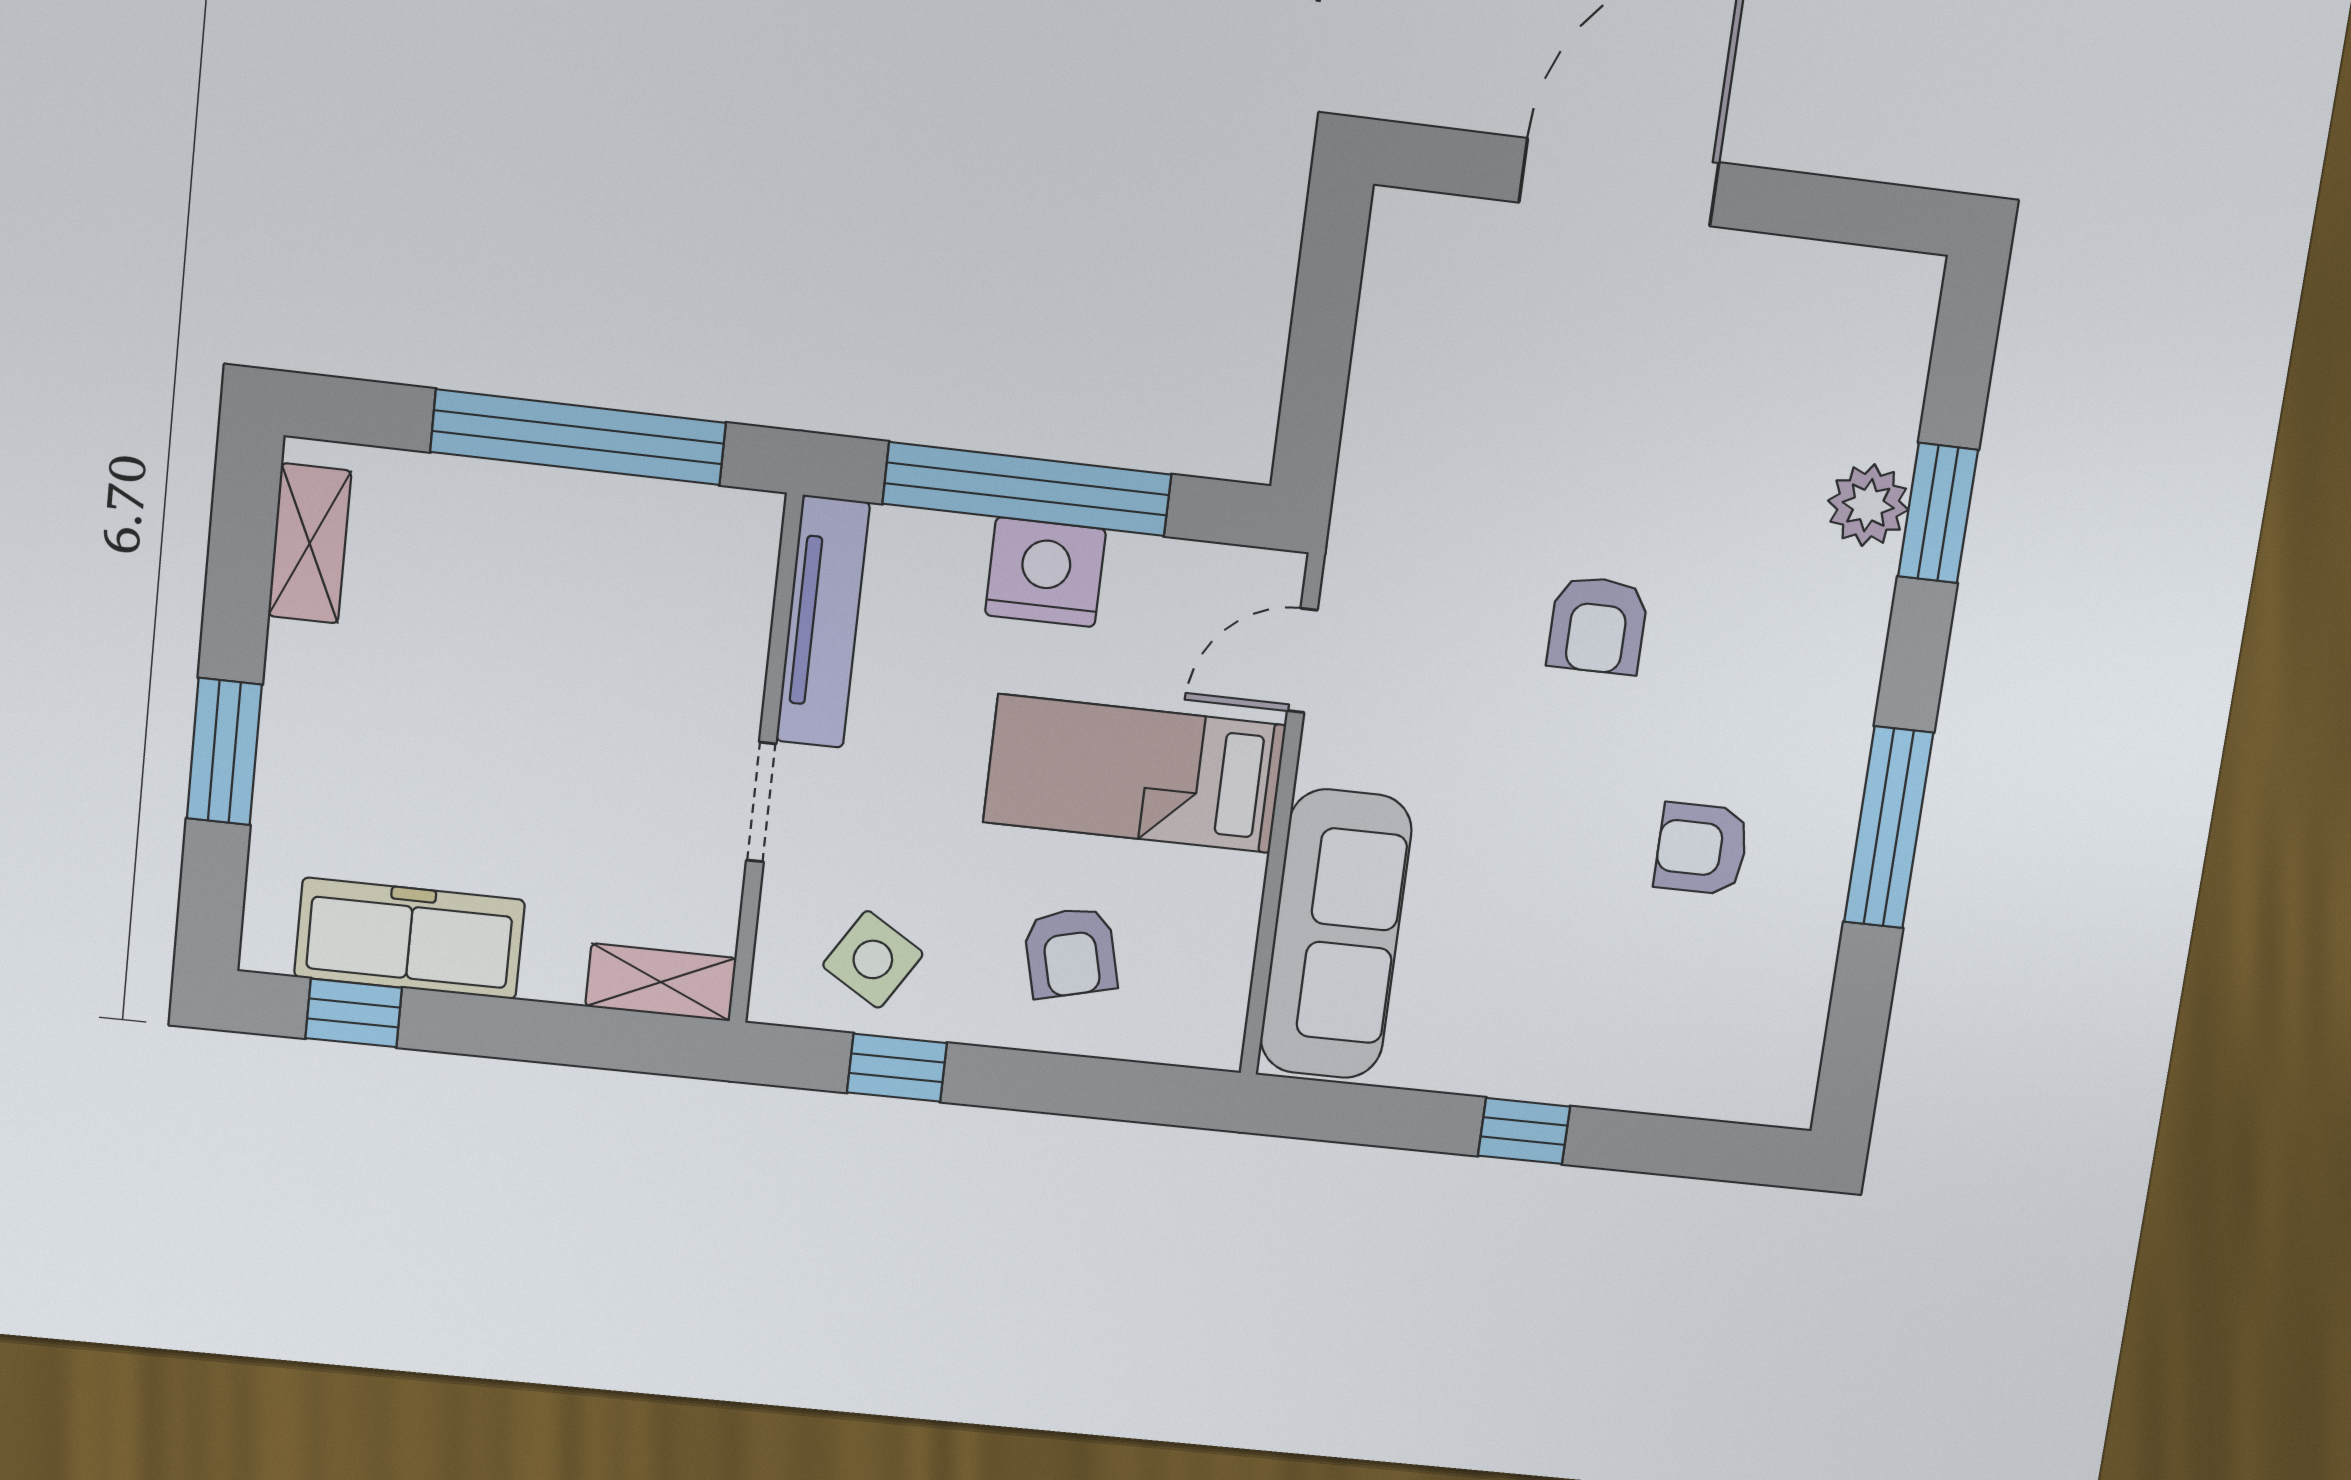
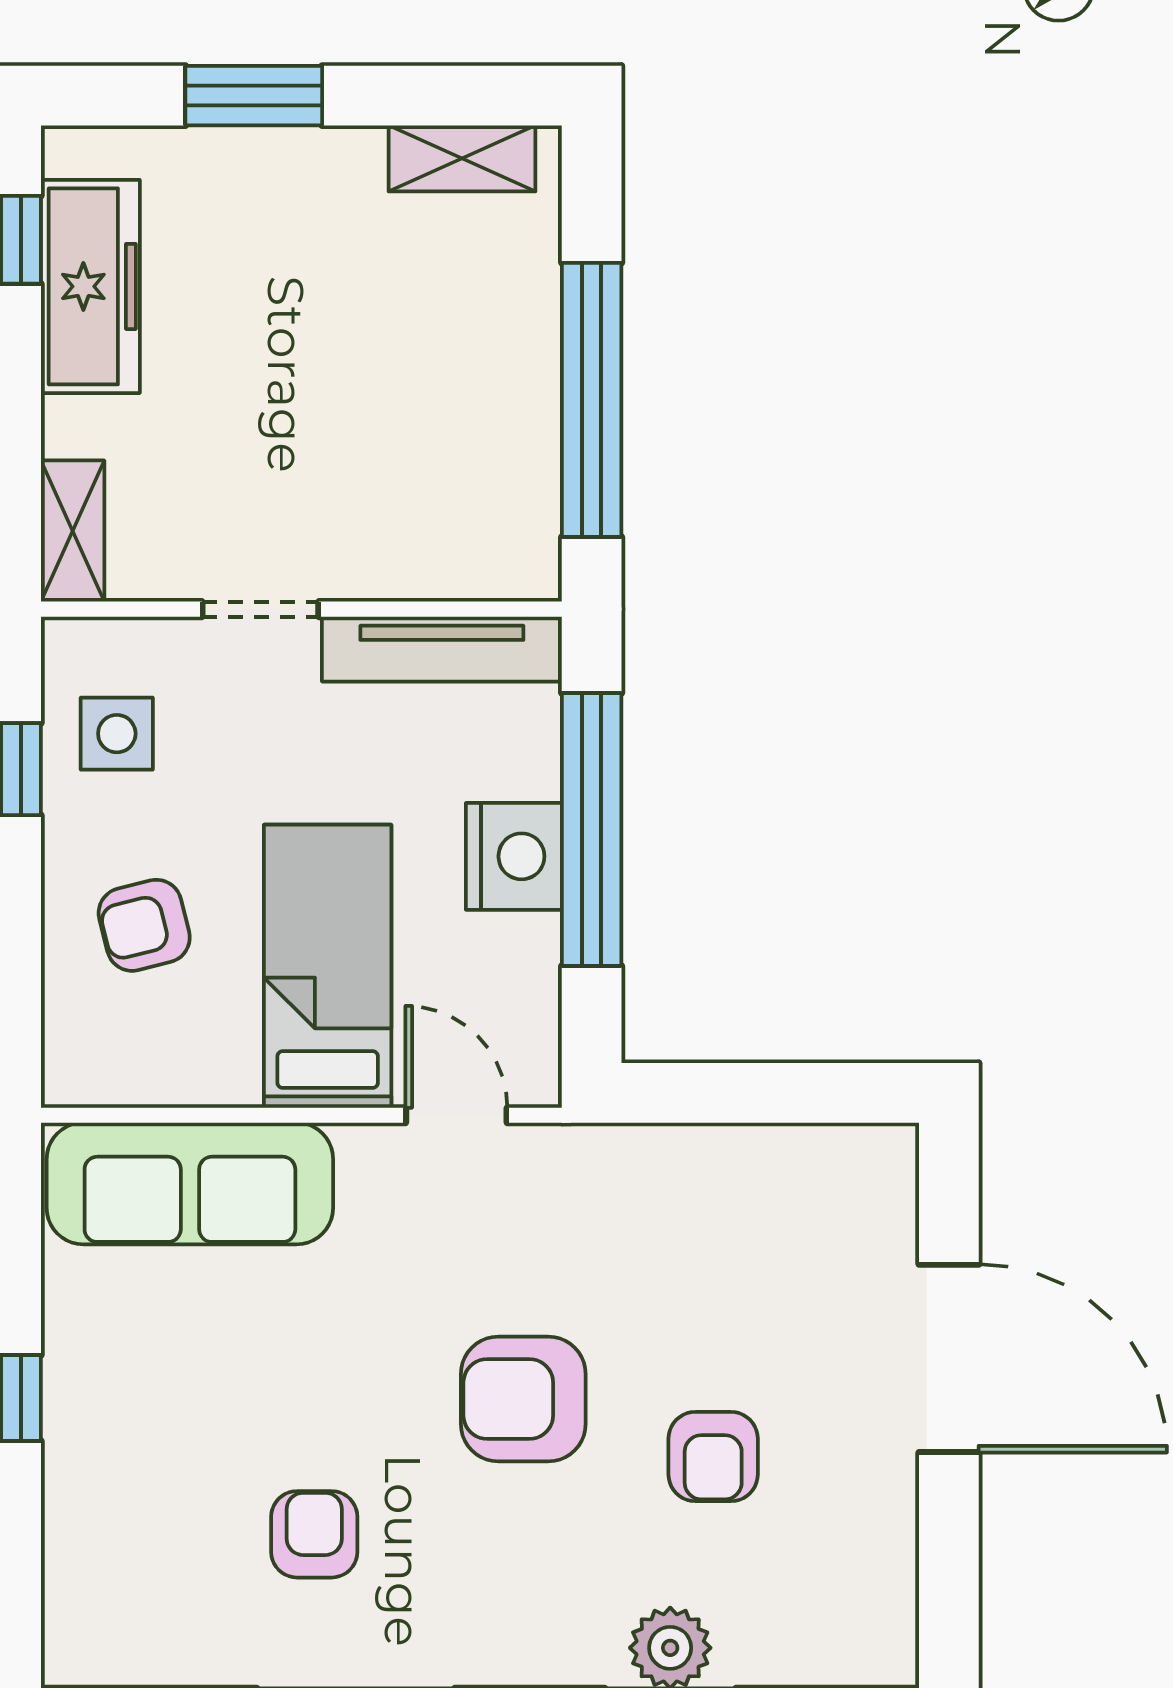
armchair: (1683, 439) -> (713, 1457), added
armchair: (1598, 625) -> (523, 1399), width x1.38, depth x1.38
side table: (873, 959) -> (117, 734), turned -32

